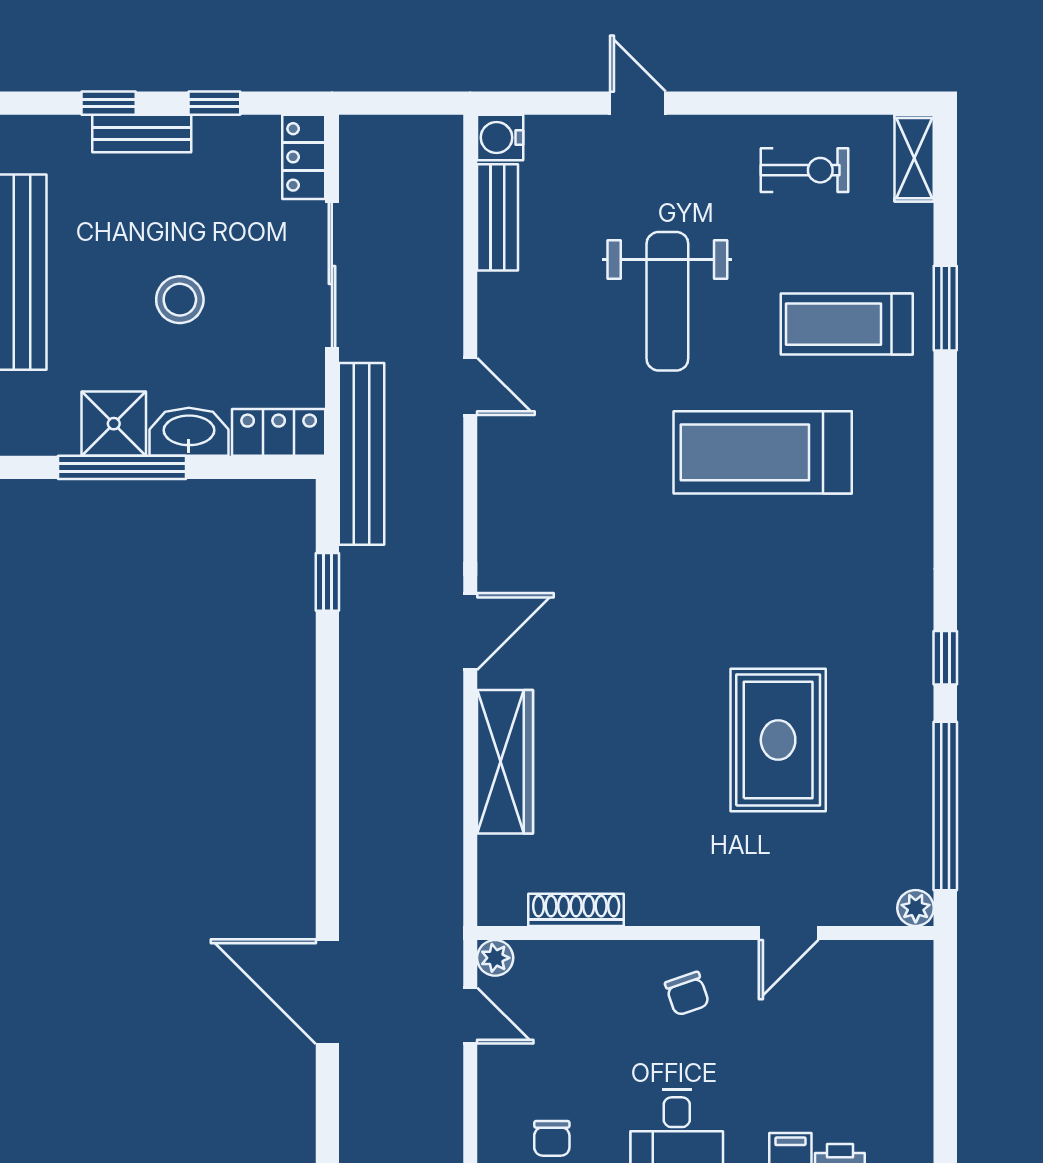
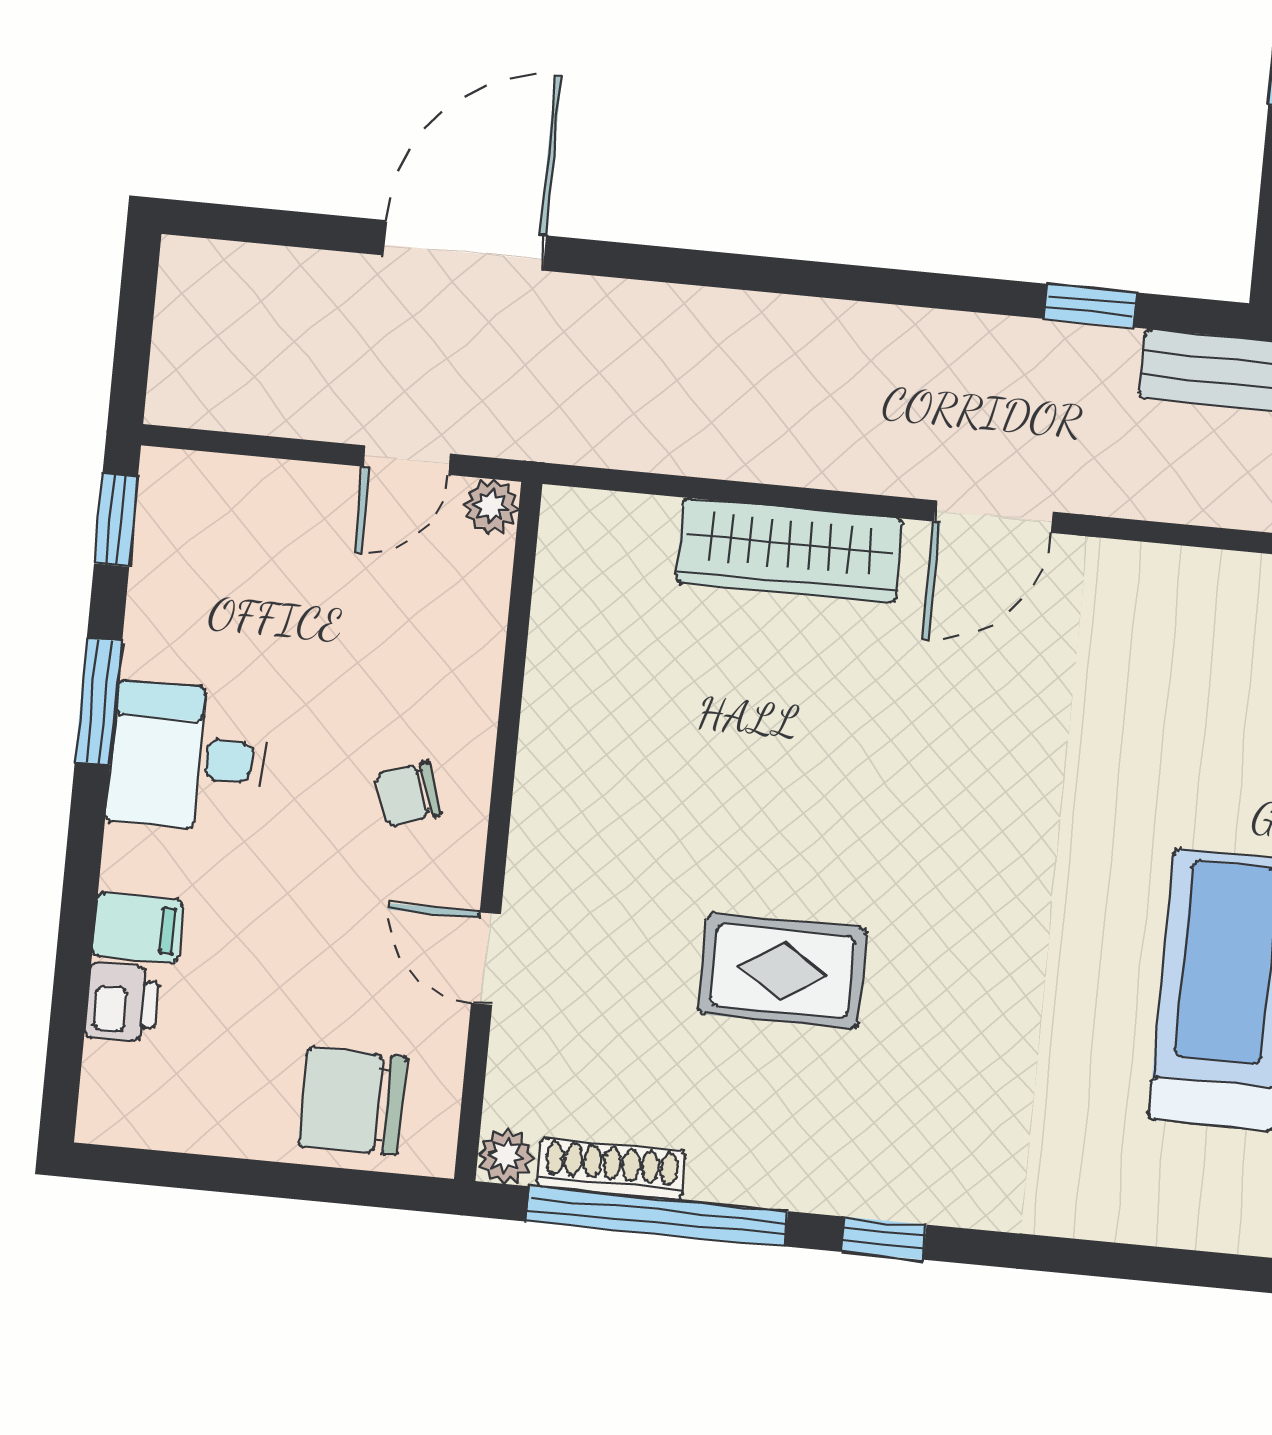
door: (470, 632) -> (993, 517), hinge flipped
rug: (778, 740) -> (782, 971), width x0.73, depth x0.70
shoe rack: (576, 910) -> (611, 1169), moved, turned -90
chair: (552, 1138) -> (352, 1101), moved, width x1.87, depth x1.87

